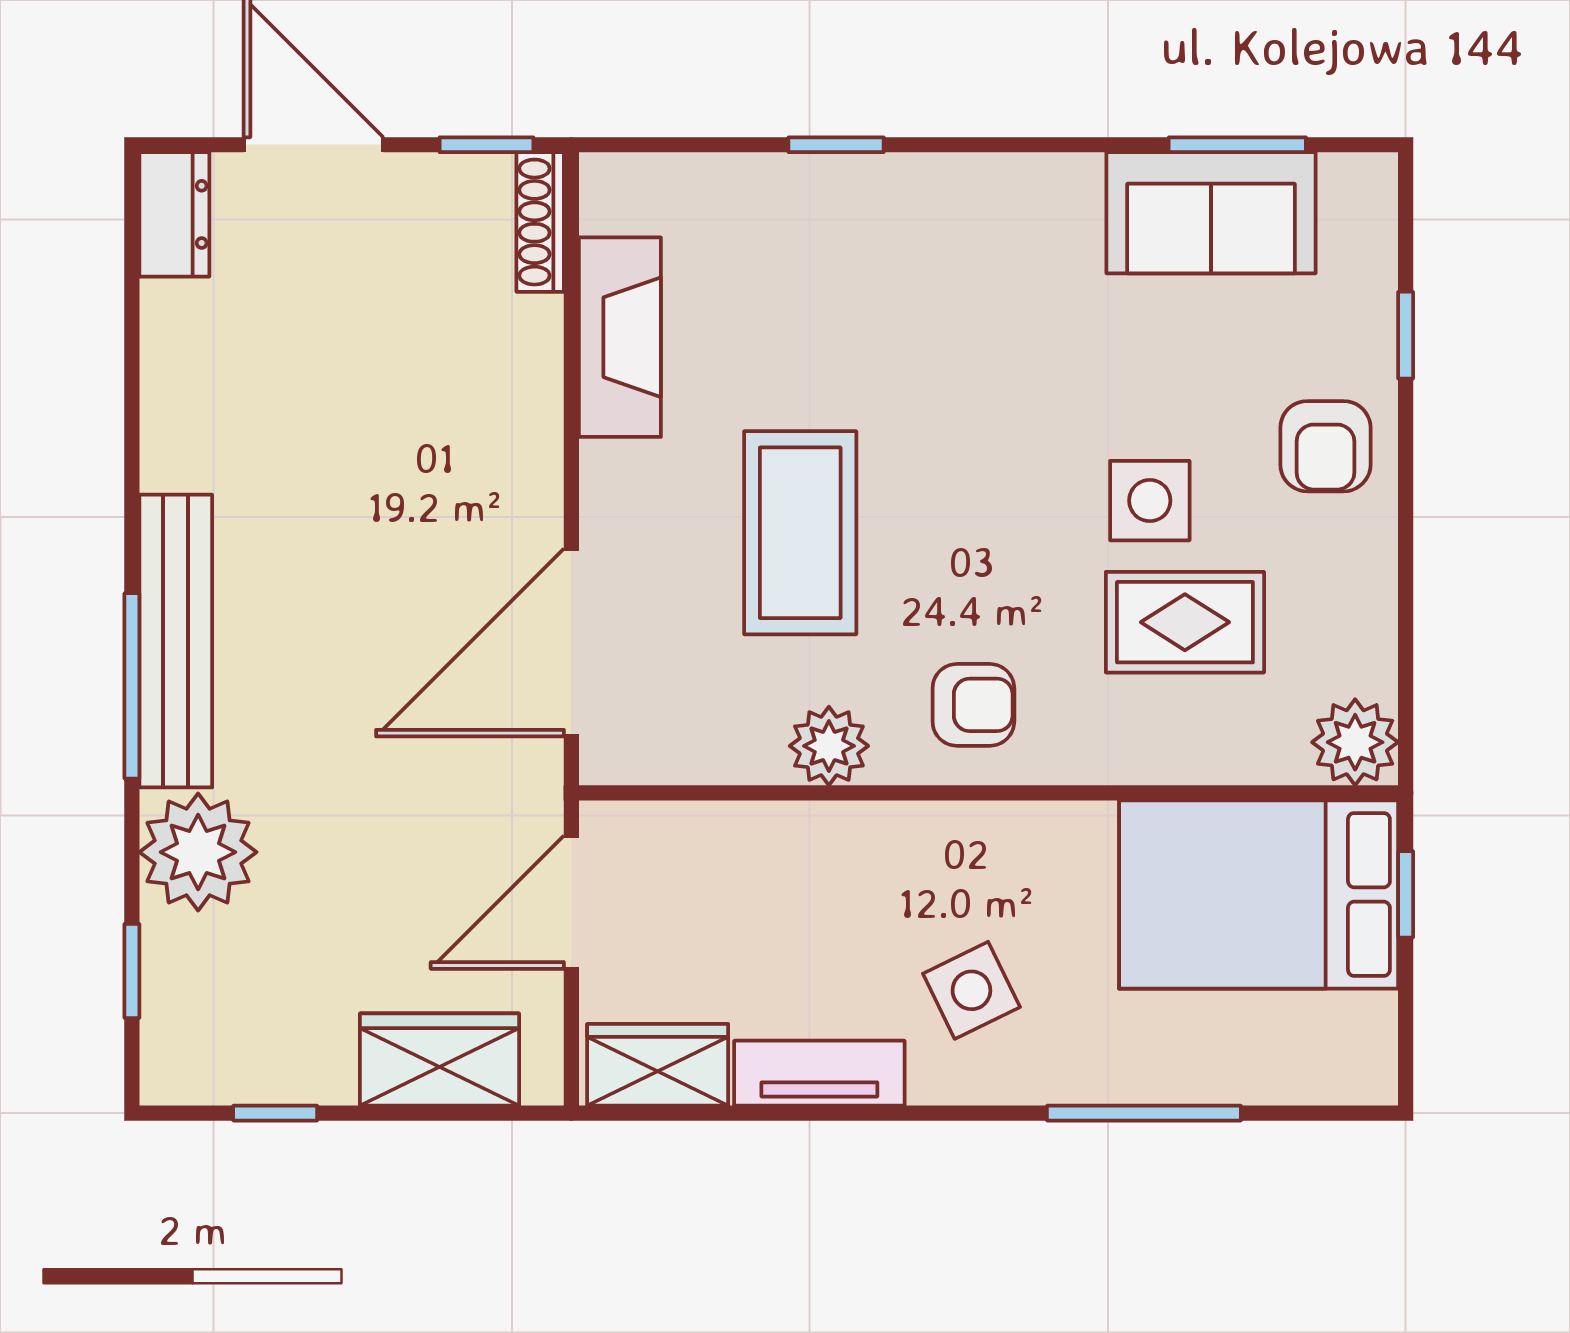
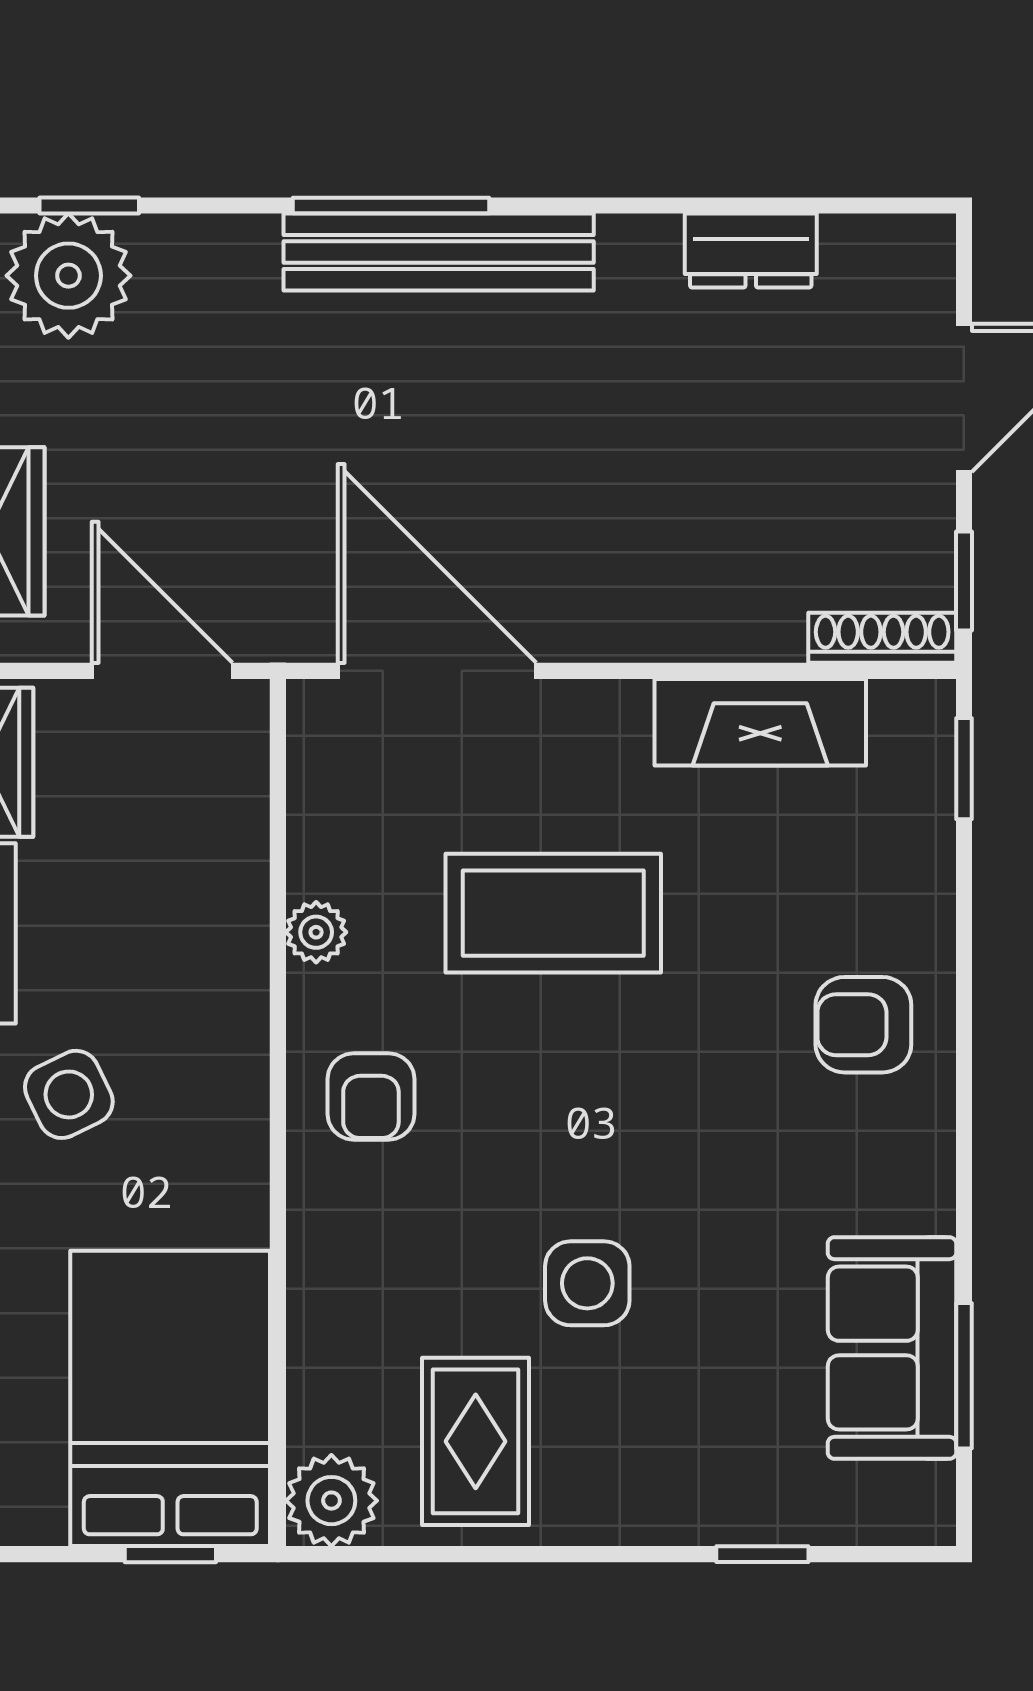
window: (836, 145) -> (964, 769), moved
dresser: (174, 214) -> (751, 251), moved
armchair: (1325, 446) -> (863, 1025), moved
rug: (1185, 622) -> (476, 1441), moved
plant: (829, 746) -> (316, 932), width x0.73, depth x0.73
plant: (198, 852) -> (68, 276), moved

